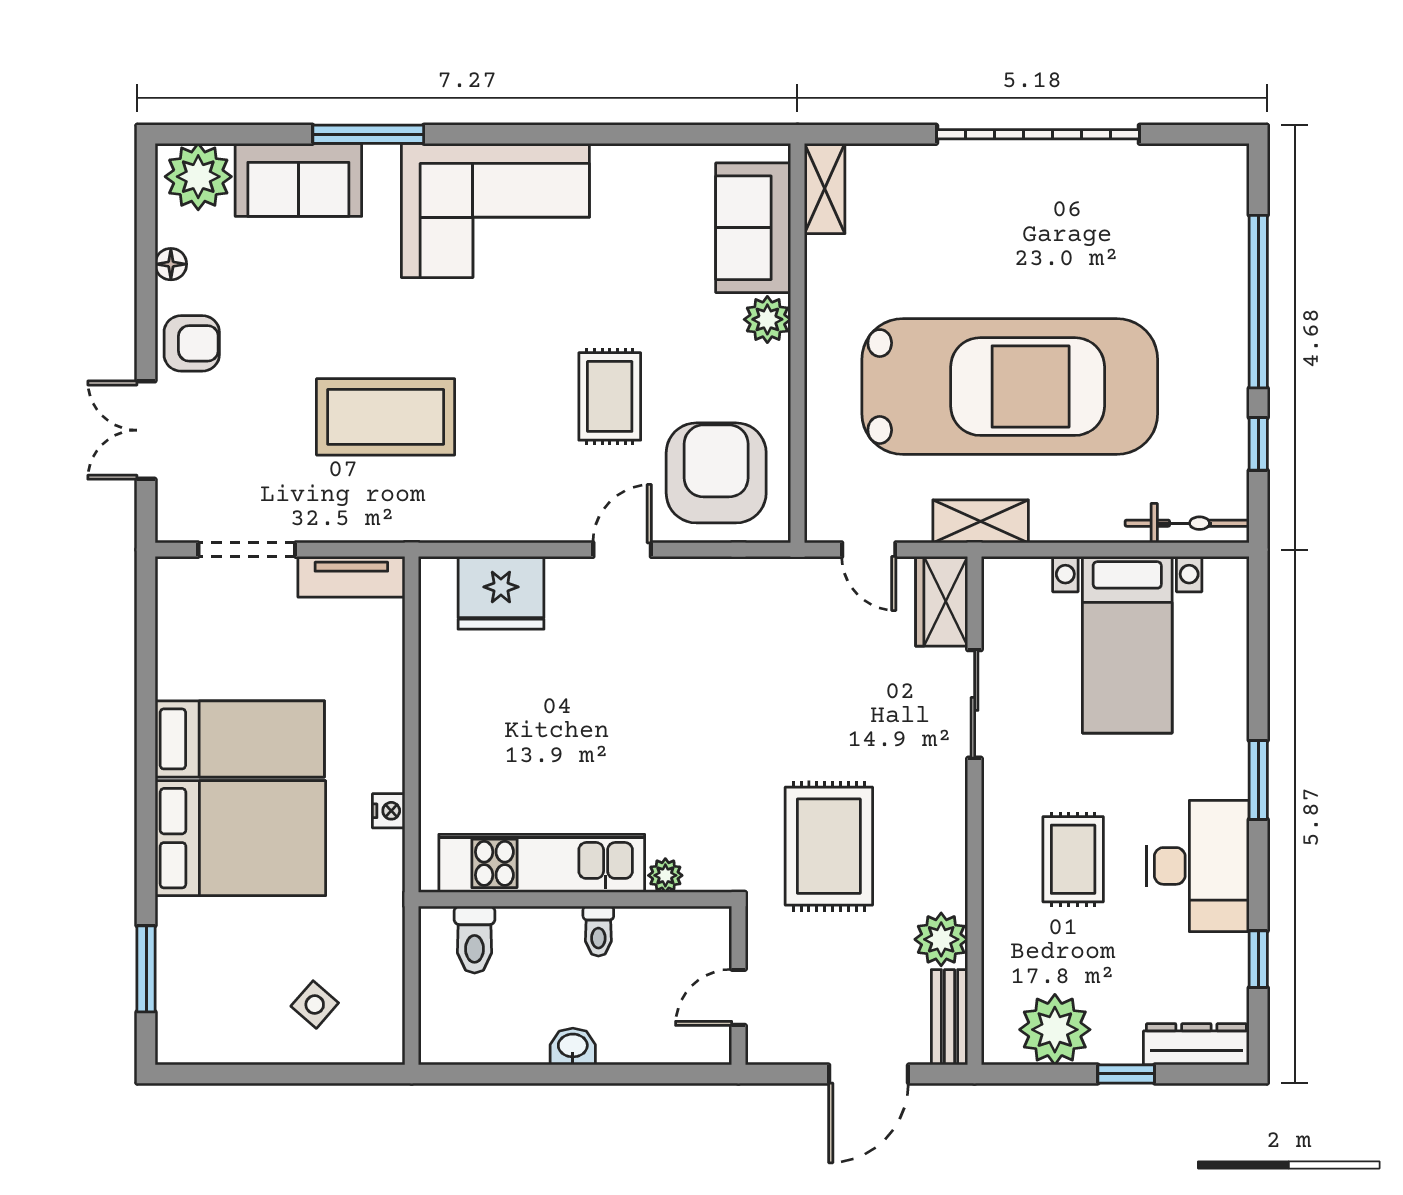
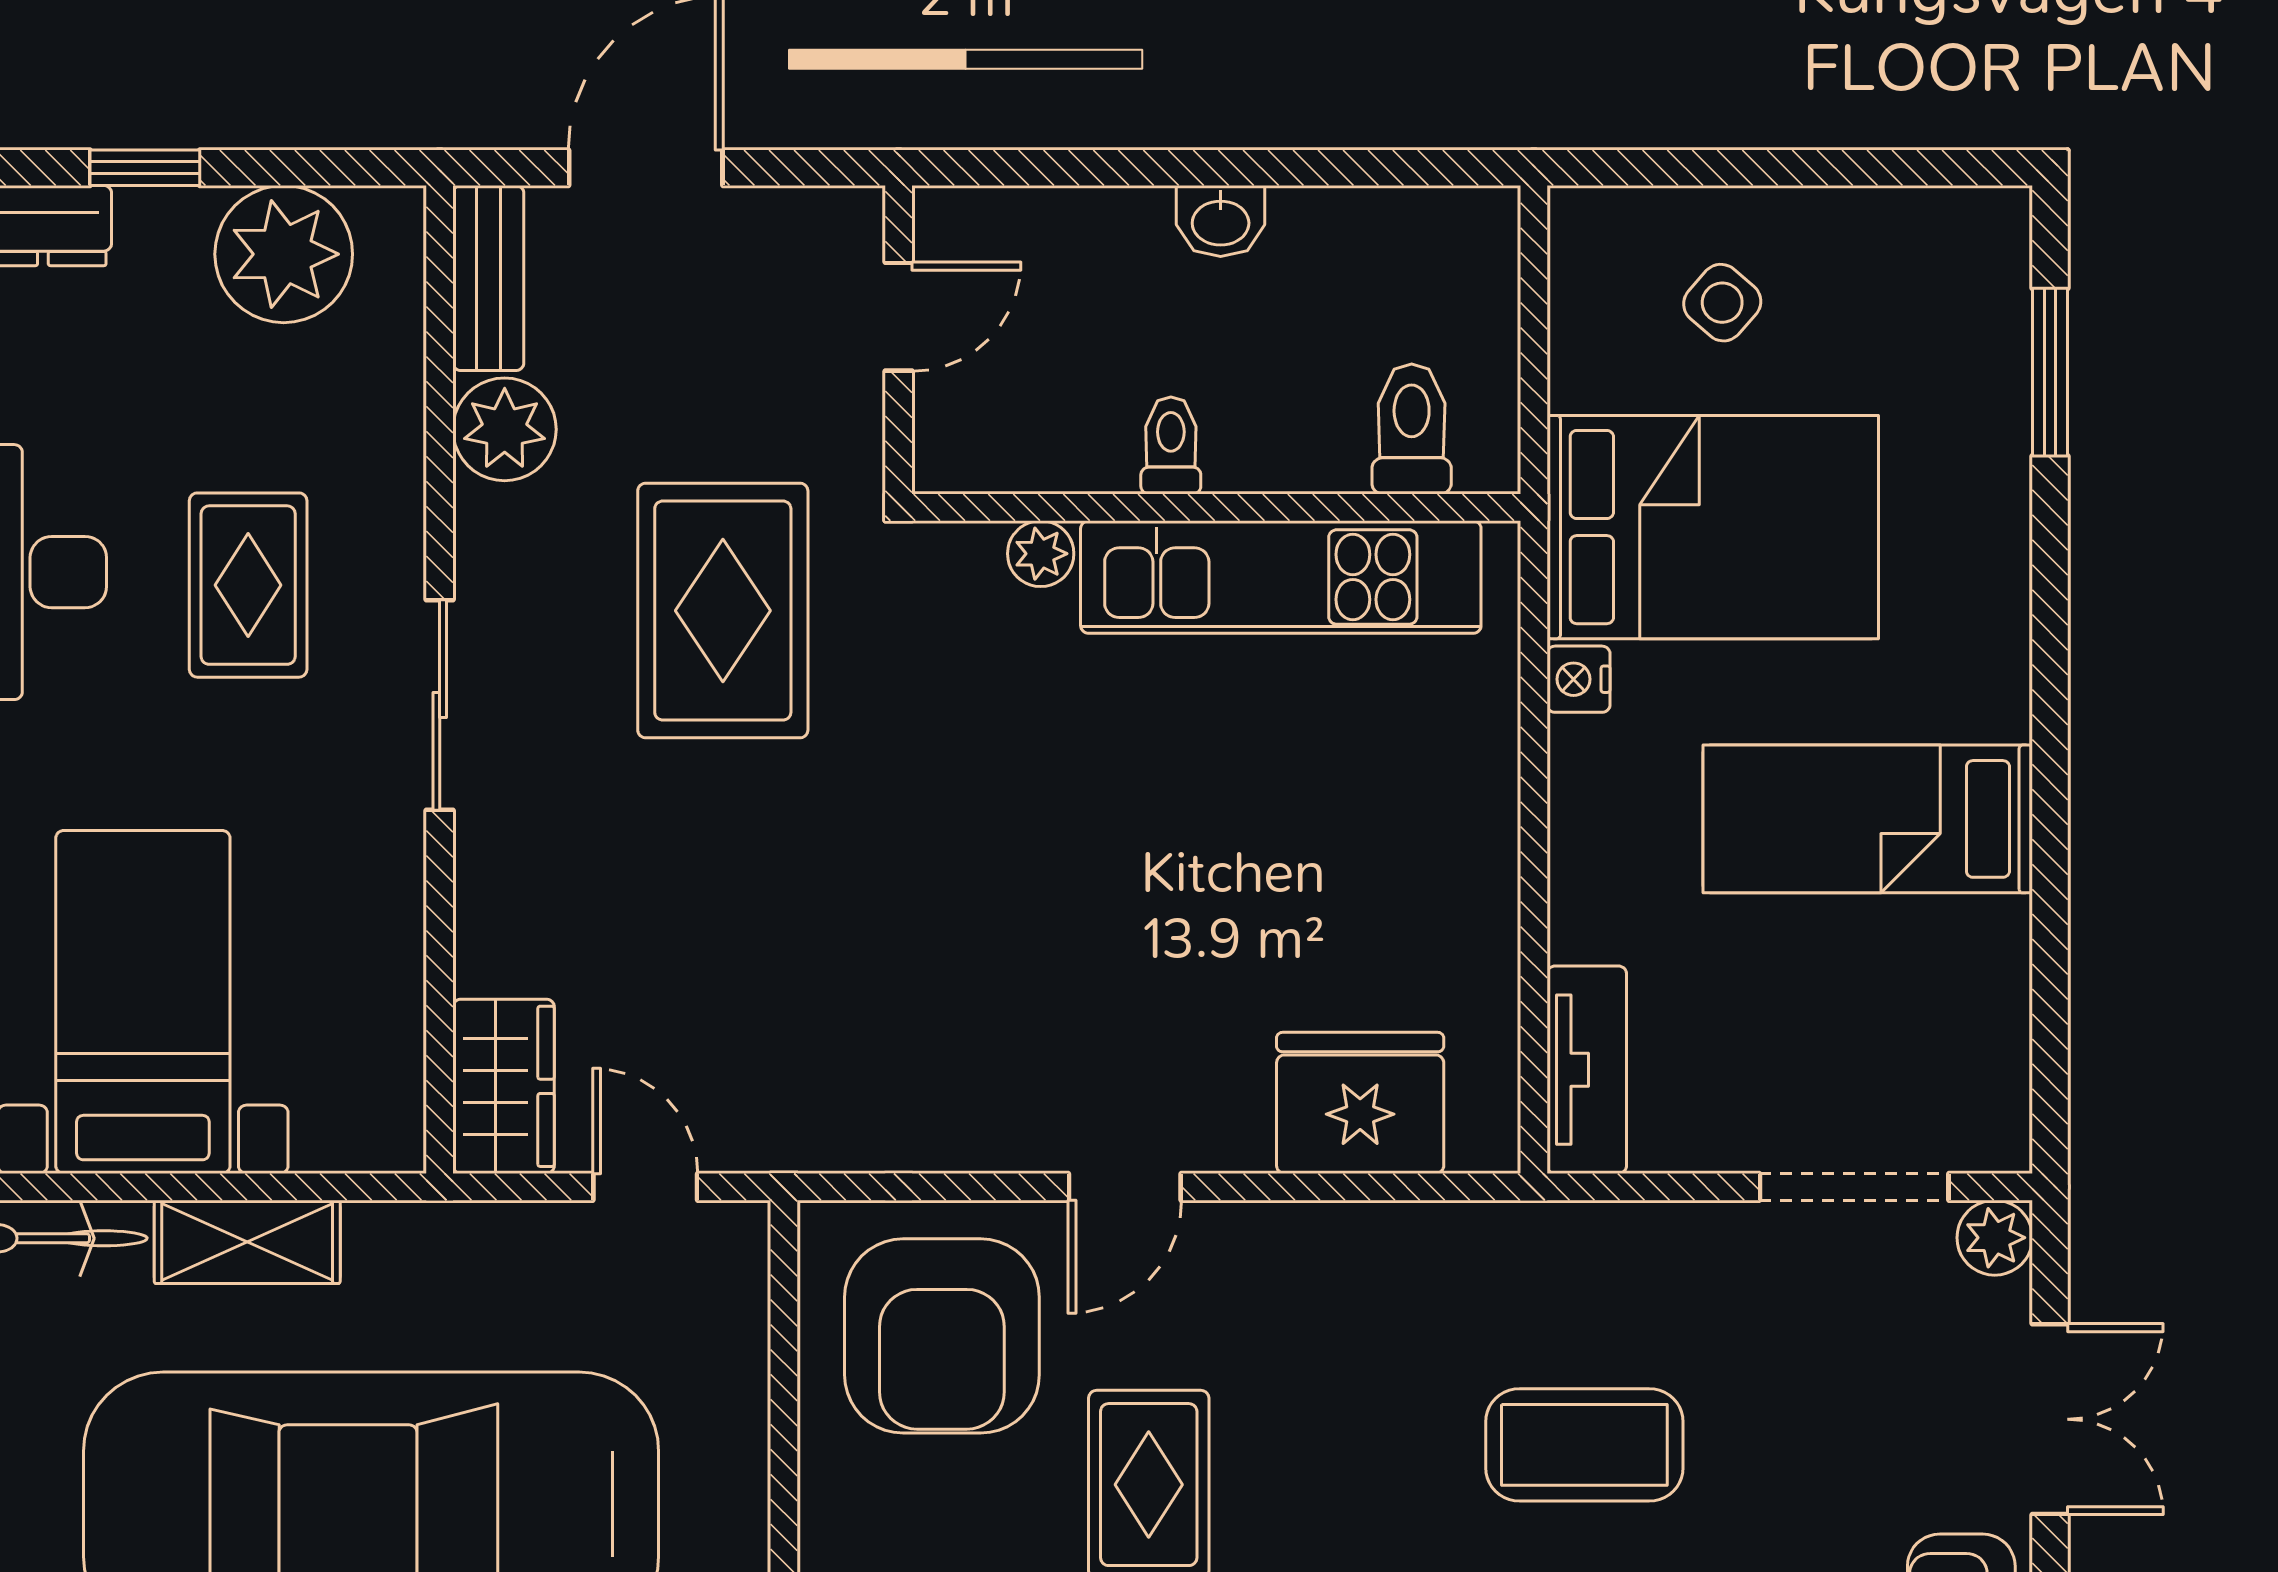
coffee table: (386, 417) -> (1584, 1445), width x0.73, depth x0.76
shelving: (981, 521) -> (247, 1242), moved
plant: (174, 523) -> (1995, 1238), added
tv unit: (351, 577) -> (1587, 1070), moved, turned 90
sliding door: (975, 704) -> (440, 705), moved
bed: (240, 838) -> (1713, 527), moved, turned 180

